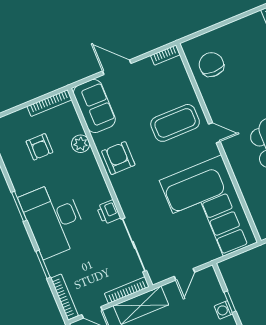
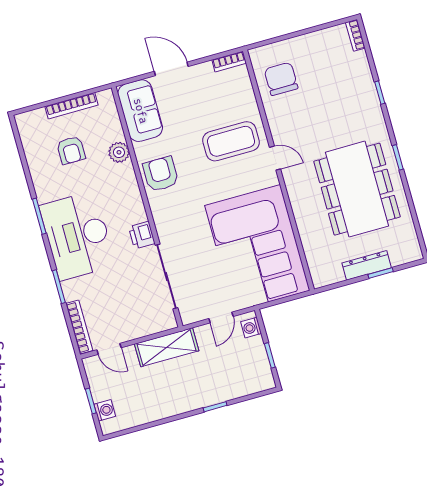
bookcase: (49, 103) -> (71, 106), moved
bookcase: (127, 290) -> (152, 328), removed
washing machine: (224, 310) -> (251, 328), moved

